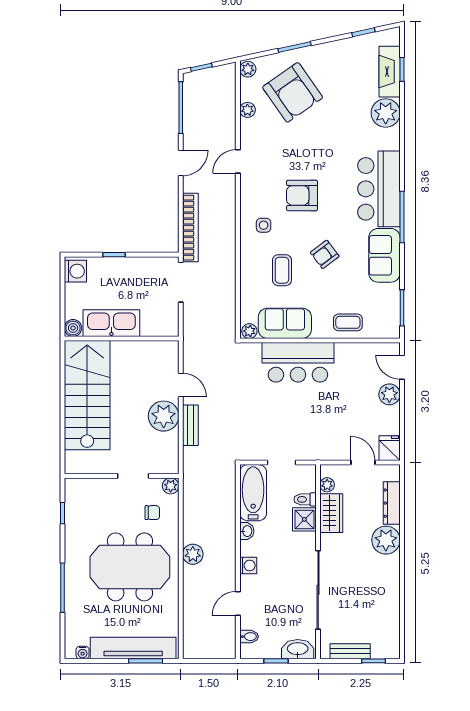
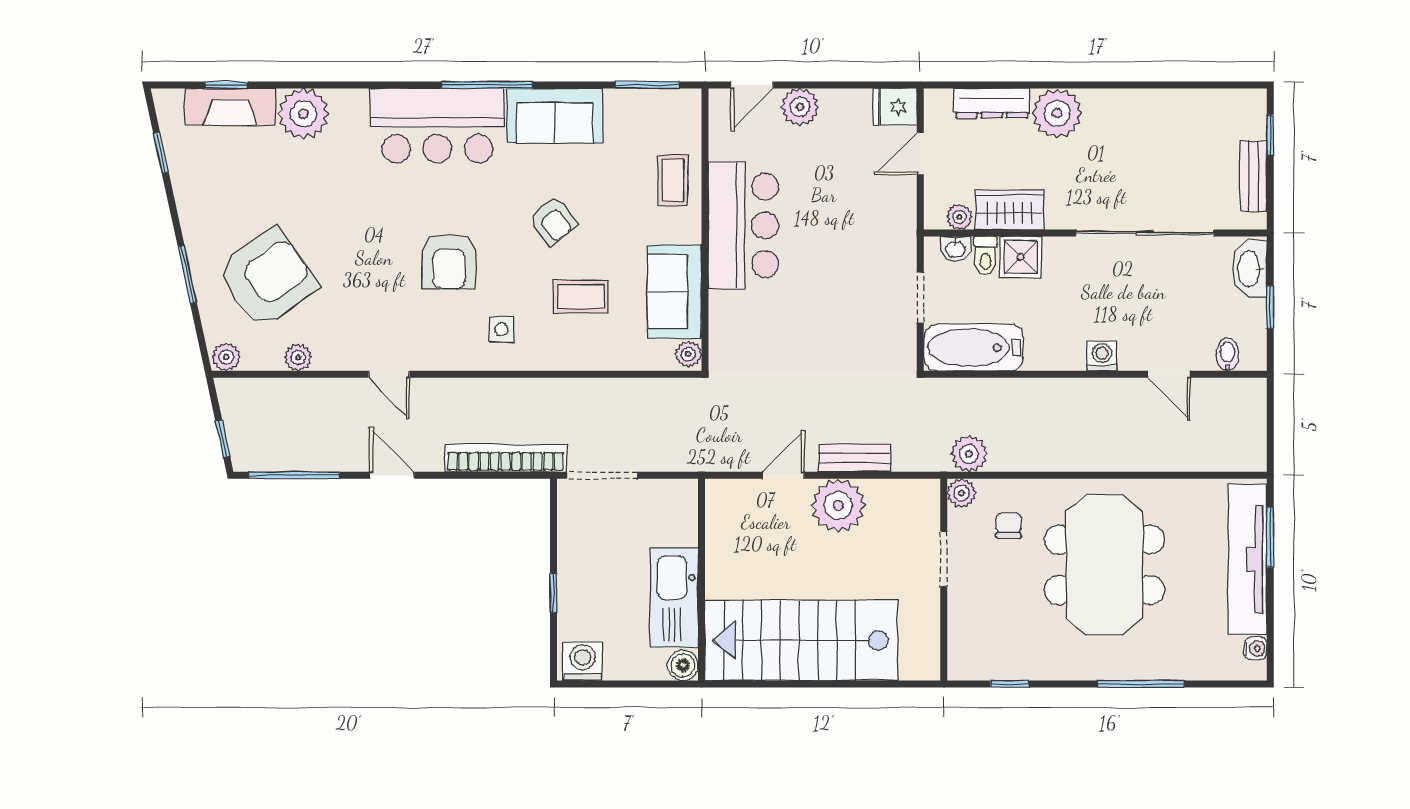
bar counter: (298, 362) -> (743, 225), moved
washbasin: (247, 531) -> (955, 249), moved, turned 180
plant: (193, 554) -> (969, 454), moved

